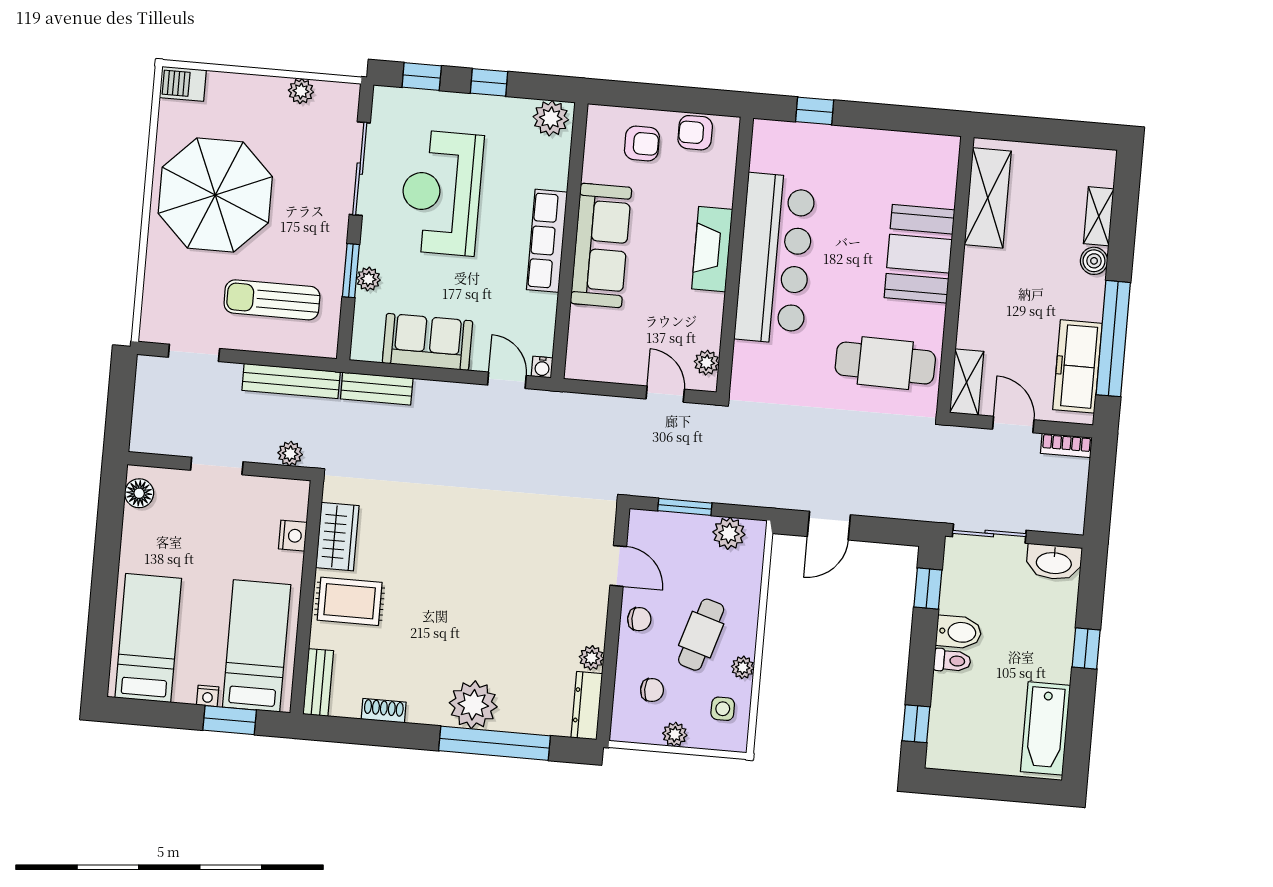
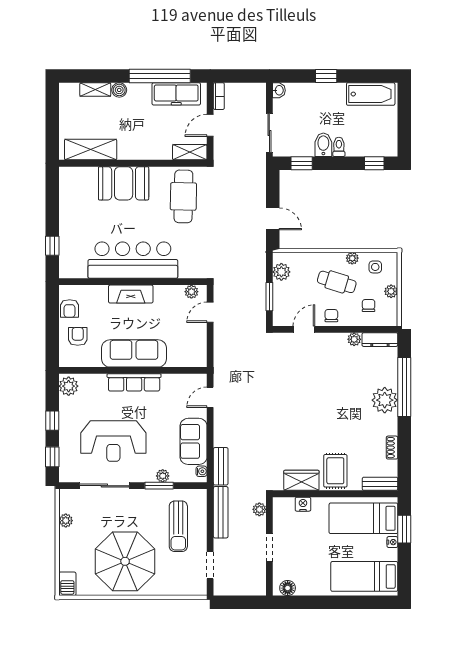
water cooler: (542, 367) -> (202, 471), moved
washbasin: (1054, 562) -> (279, 90), width x0.52, depth x0.69

